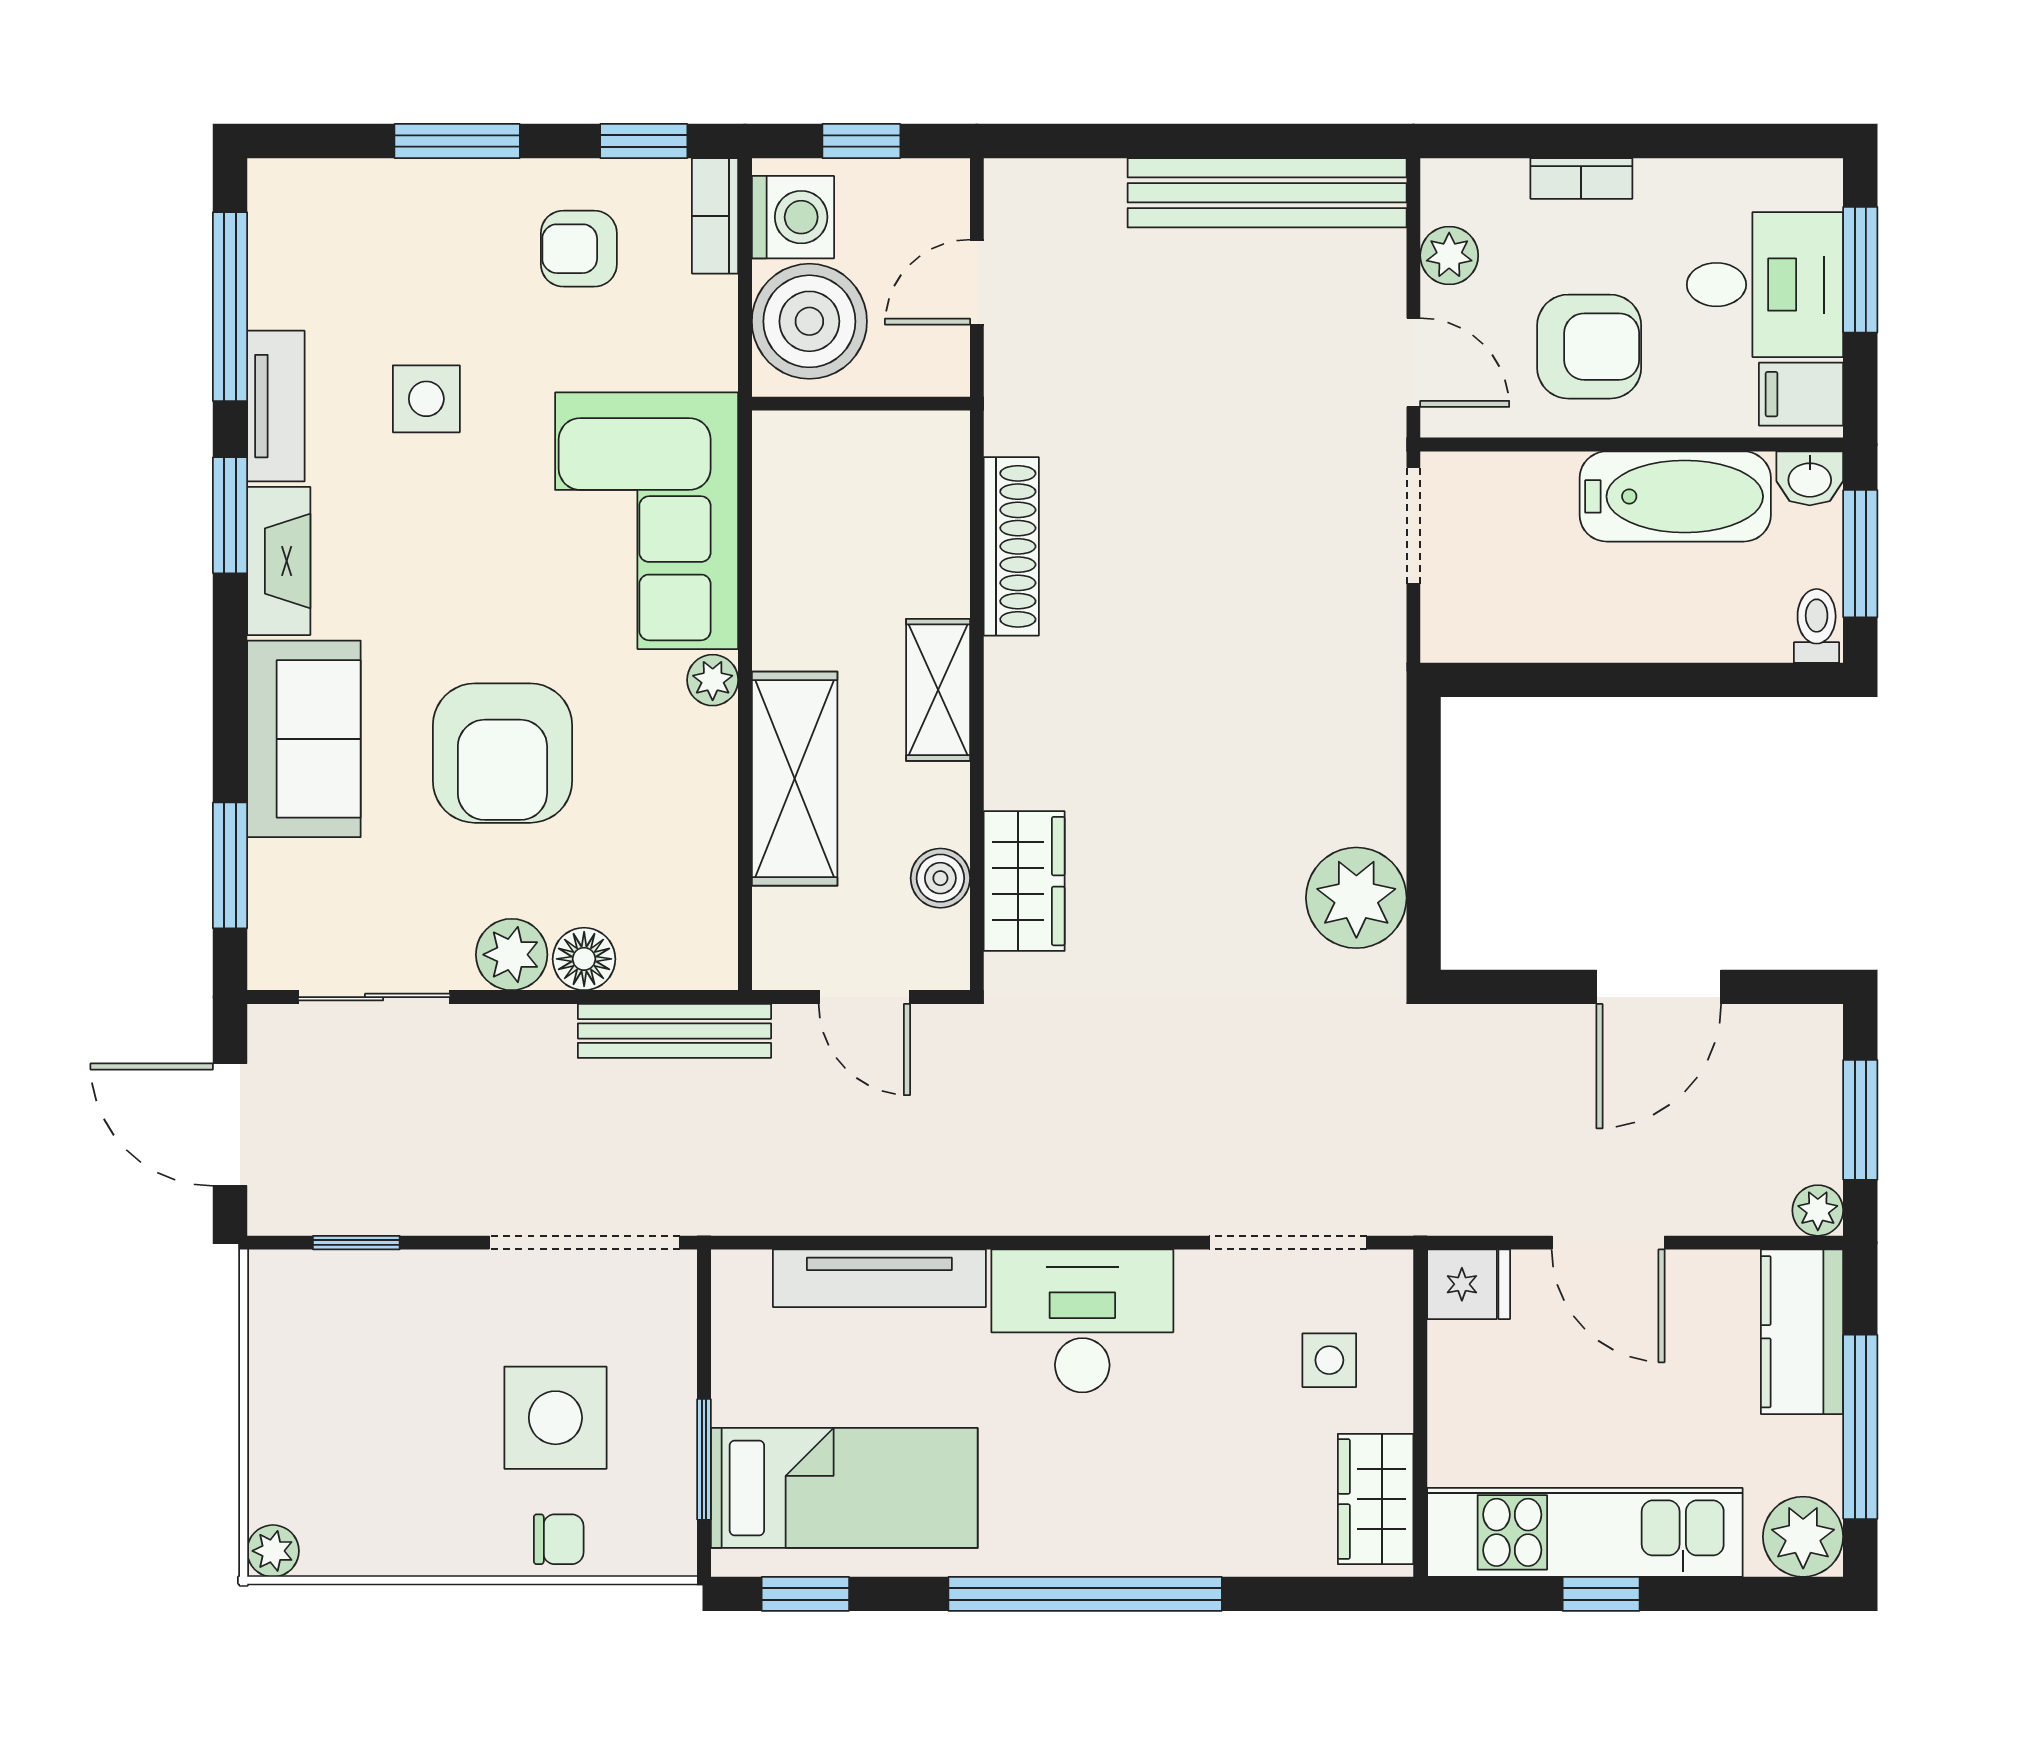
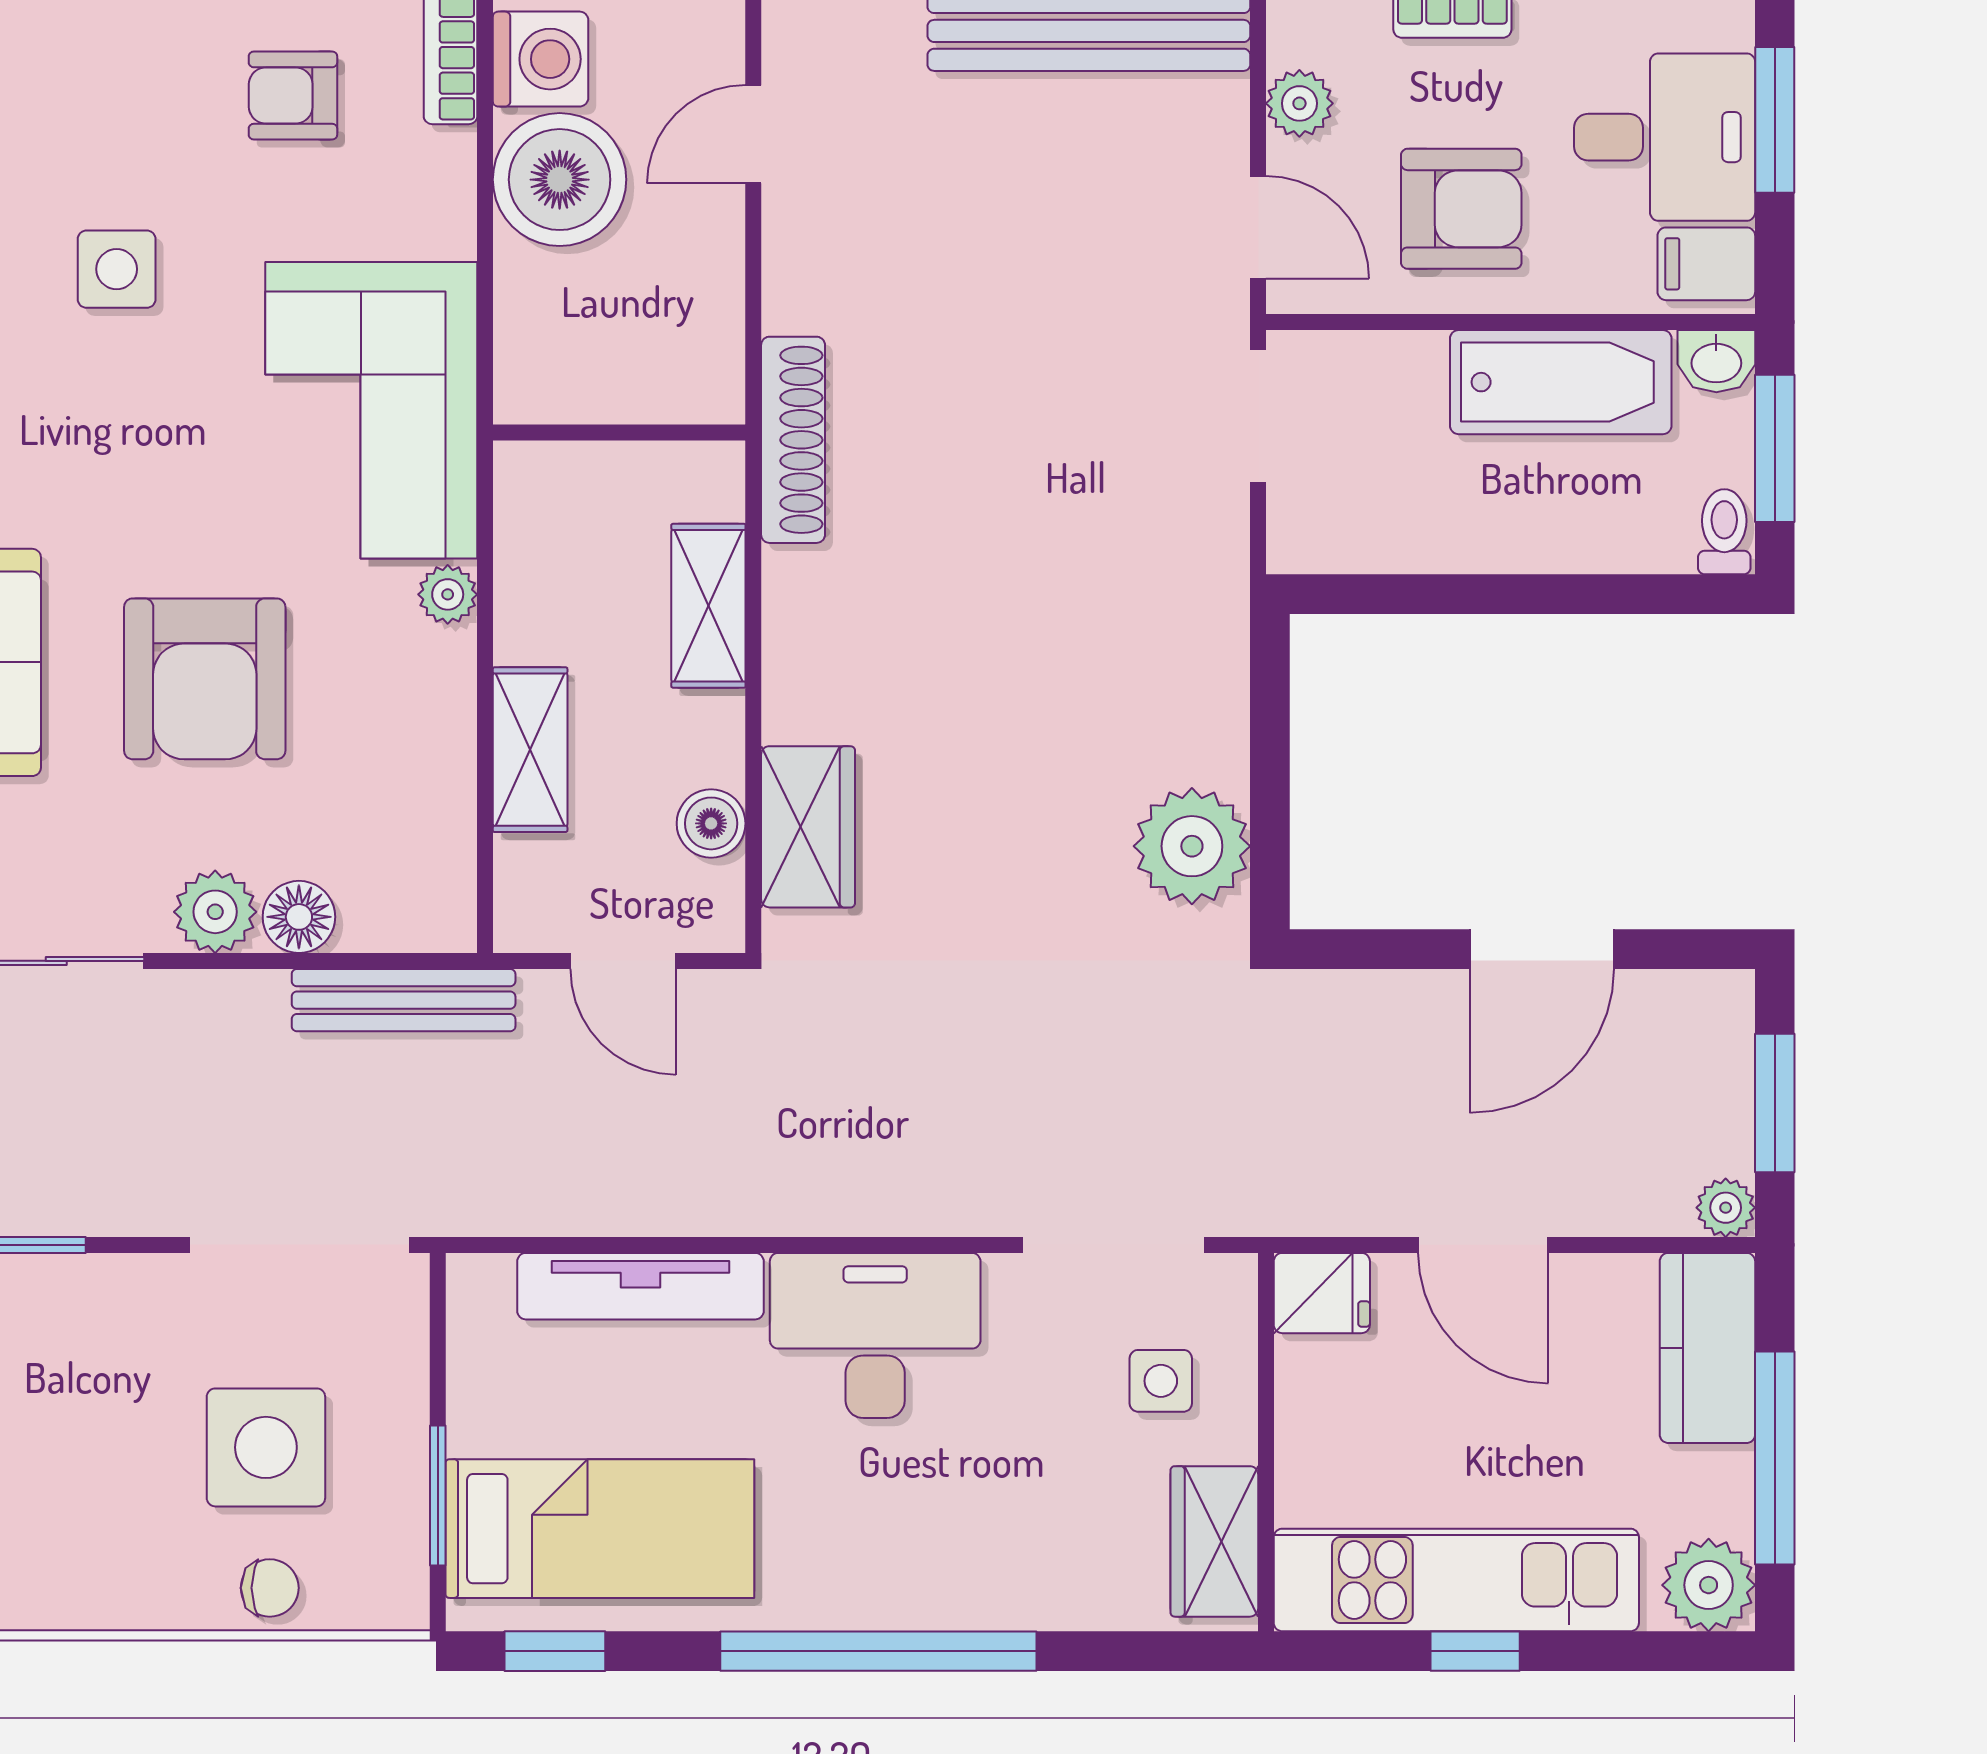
wall: (861, 404) -> (619, 432), moved
shelving: (795, 779) -> (530, 750), width x0.67, depth x0.75

